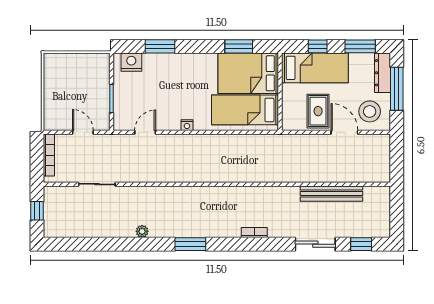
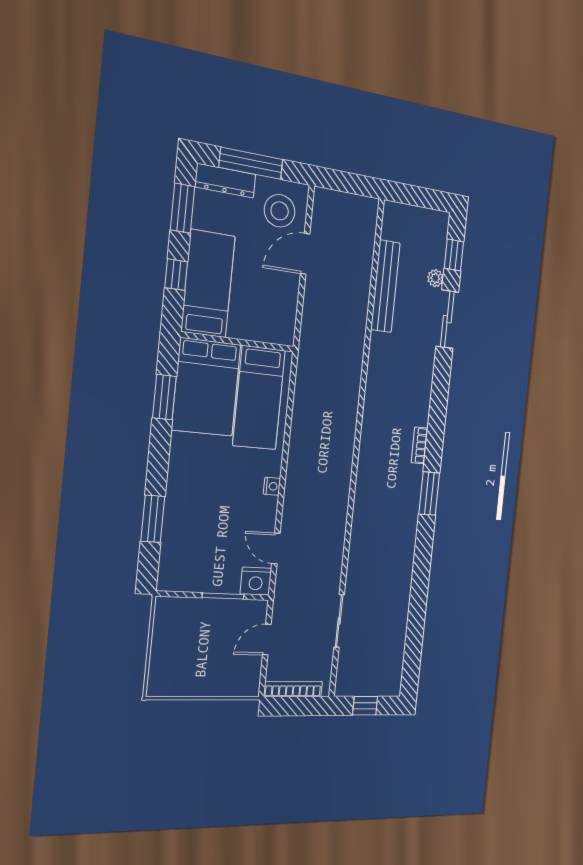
nightstand: (131, 62) -> (256, 581), moved, turned -90
rug: (318, 111) -> (271, 289), removed
plant: (142, 231) -> (435, 278), moved
bookcase: (254, 232) -> (420, 445), moved

